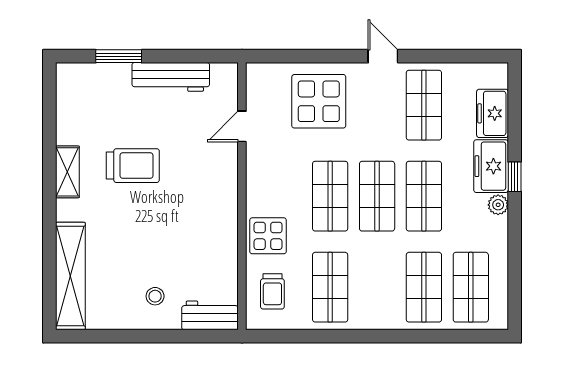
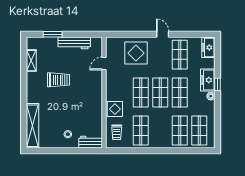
freezer: (493, 113) -> (208, 47), moved
shelving: (67, 172) -> (31, 61), moved

